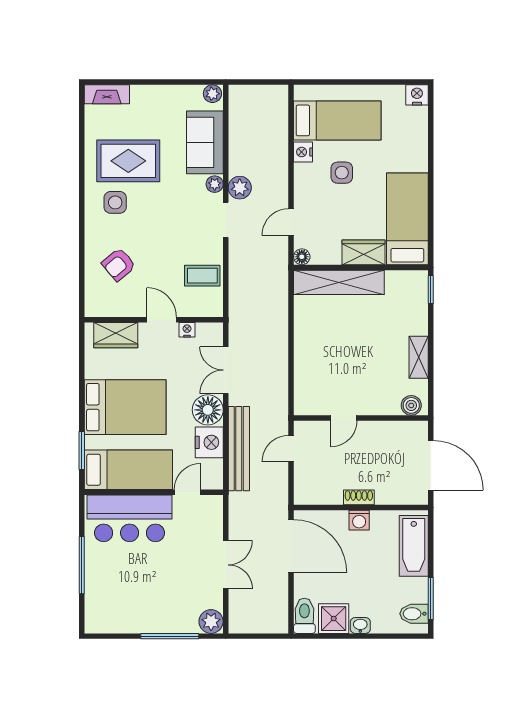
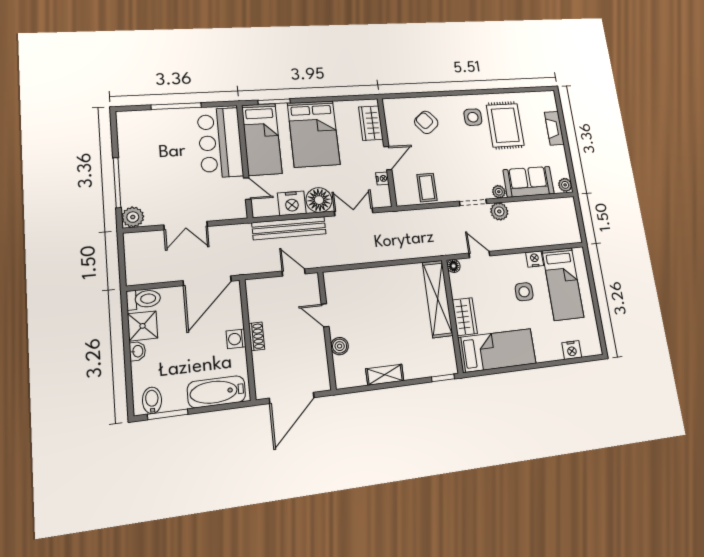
fireplace: (107, 94) -> (554, 128), moved
nightstand: (417, 95) -> (572, 350), moved, turned 90
boiler: (411, 405) -> (340, 346), moved

